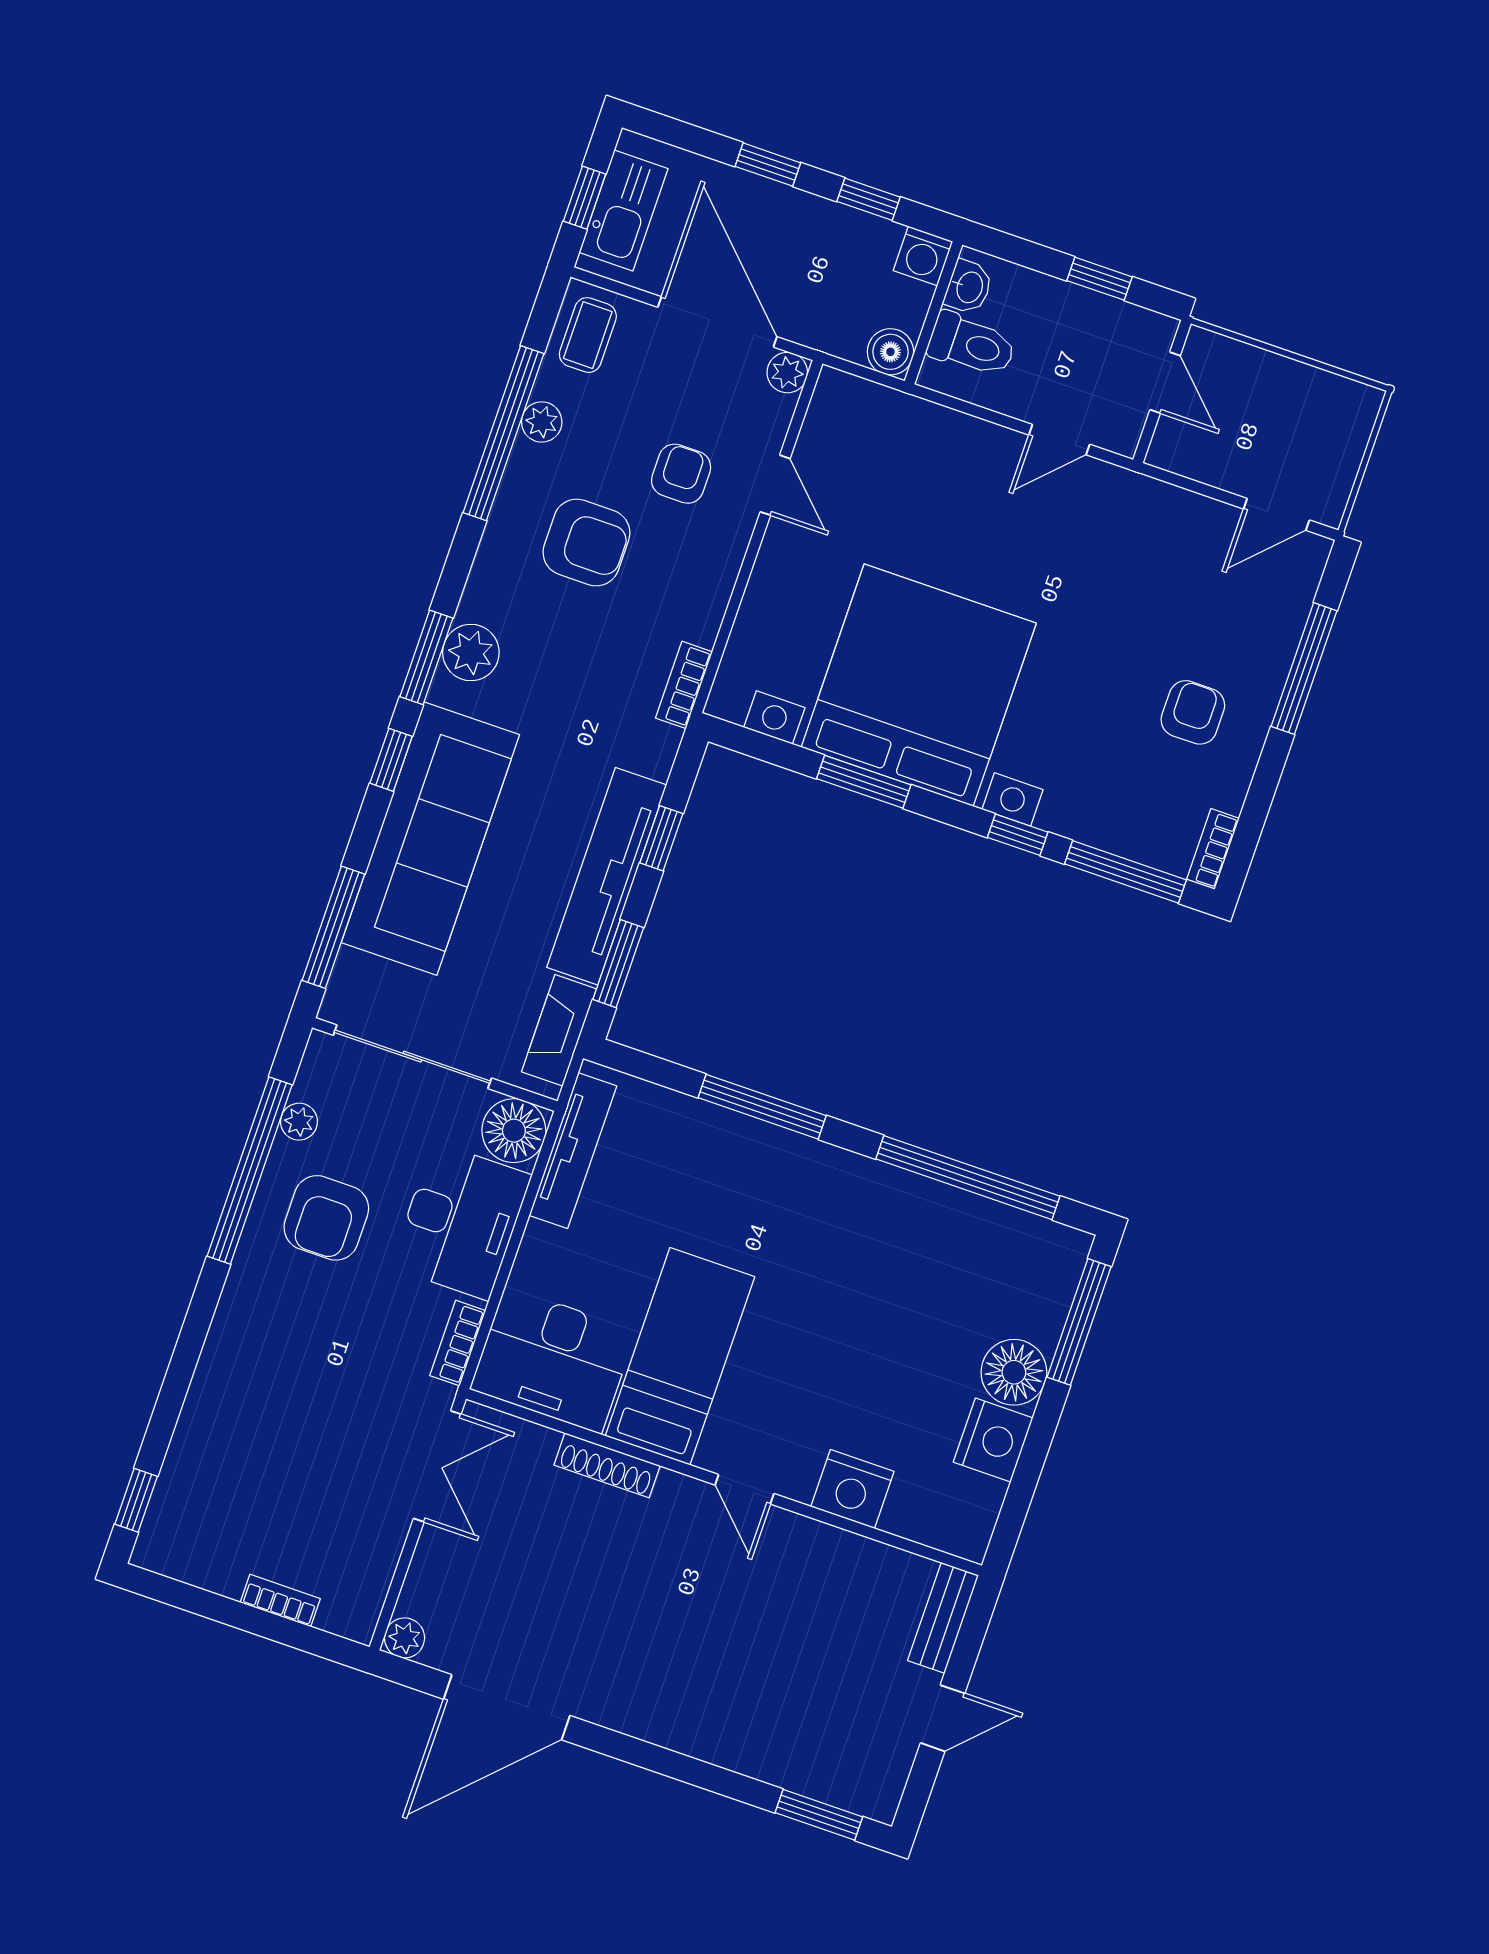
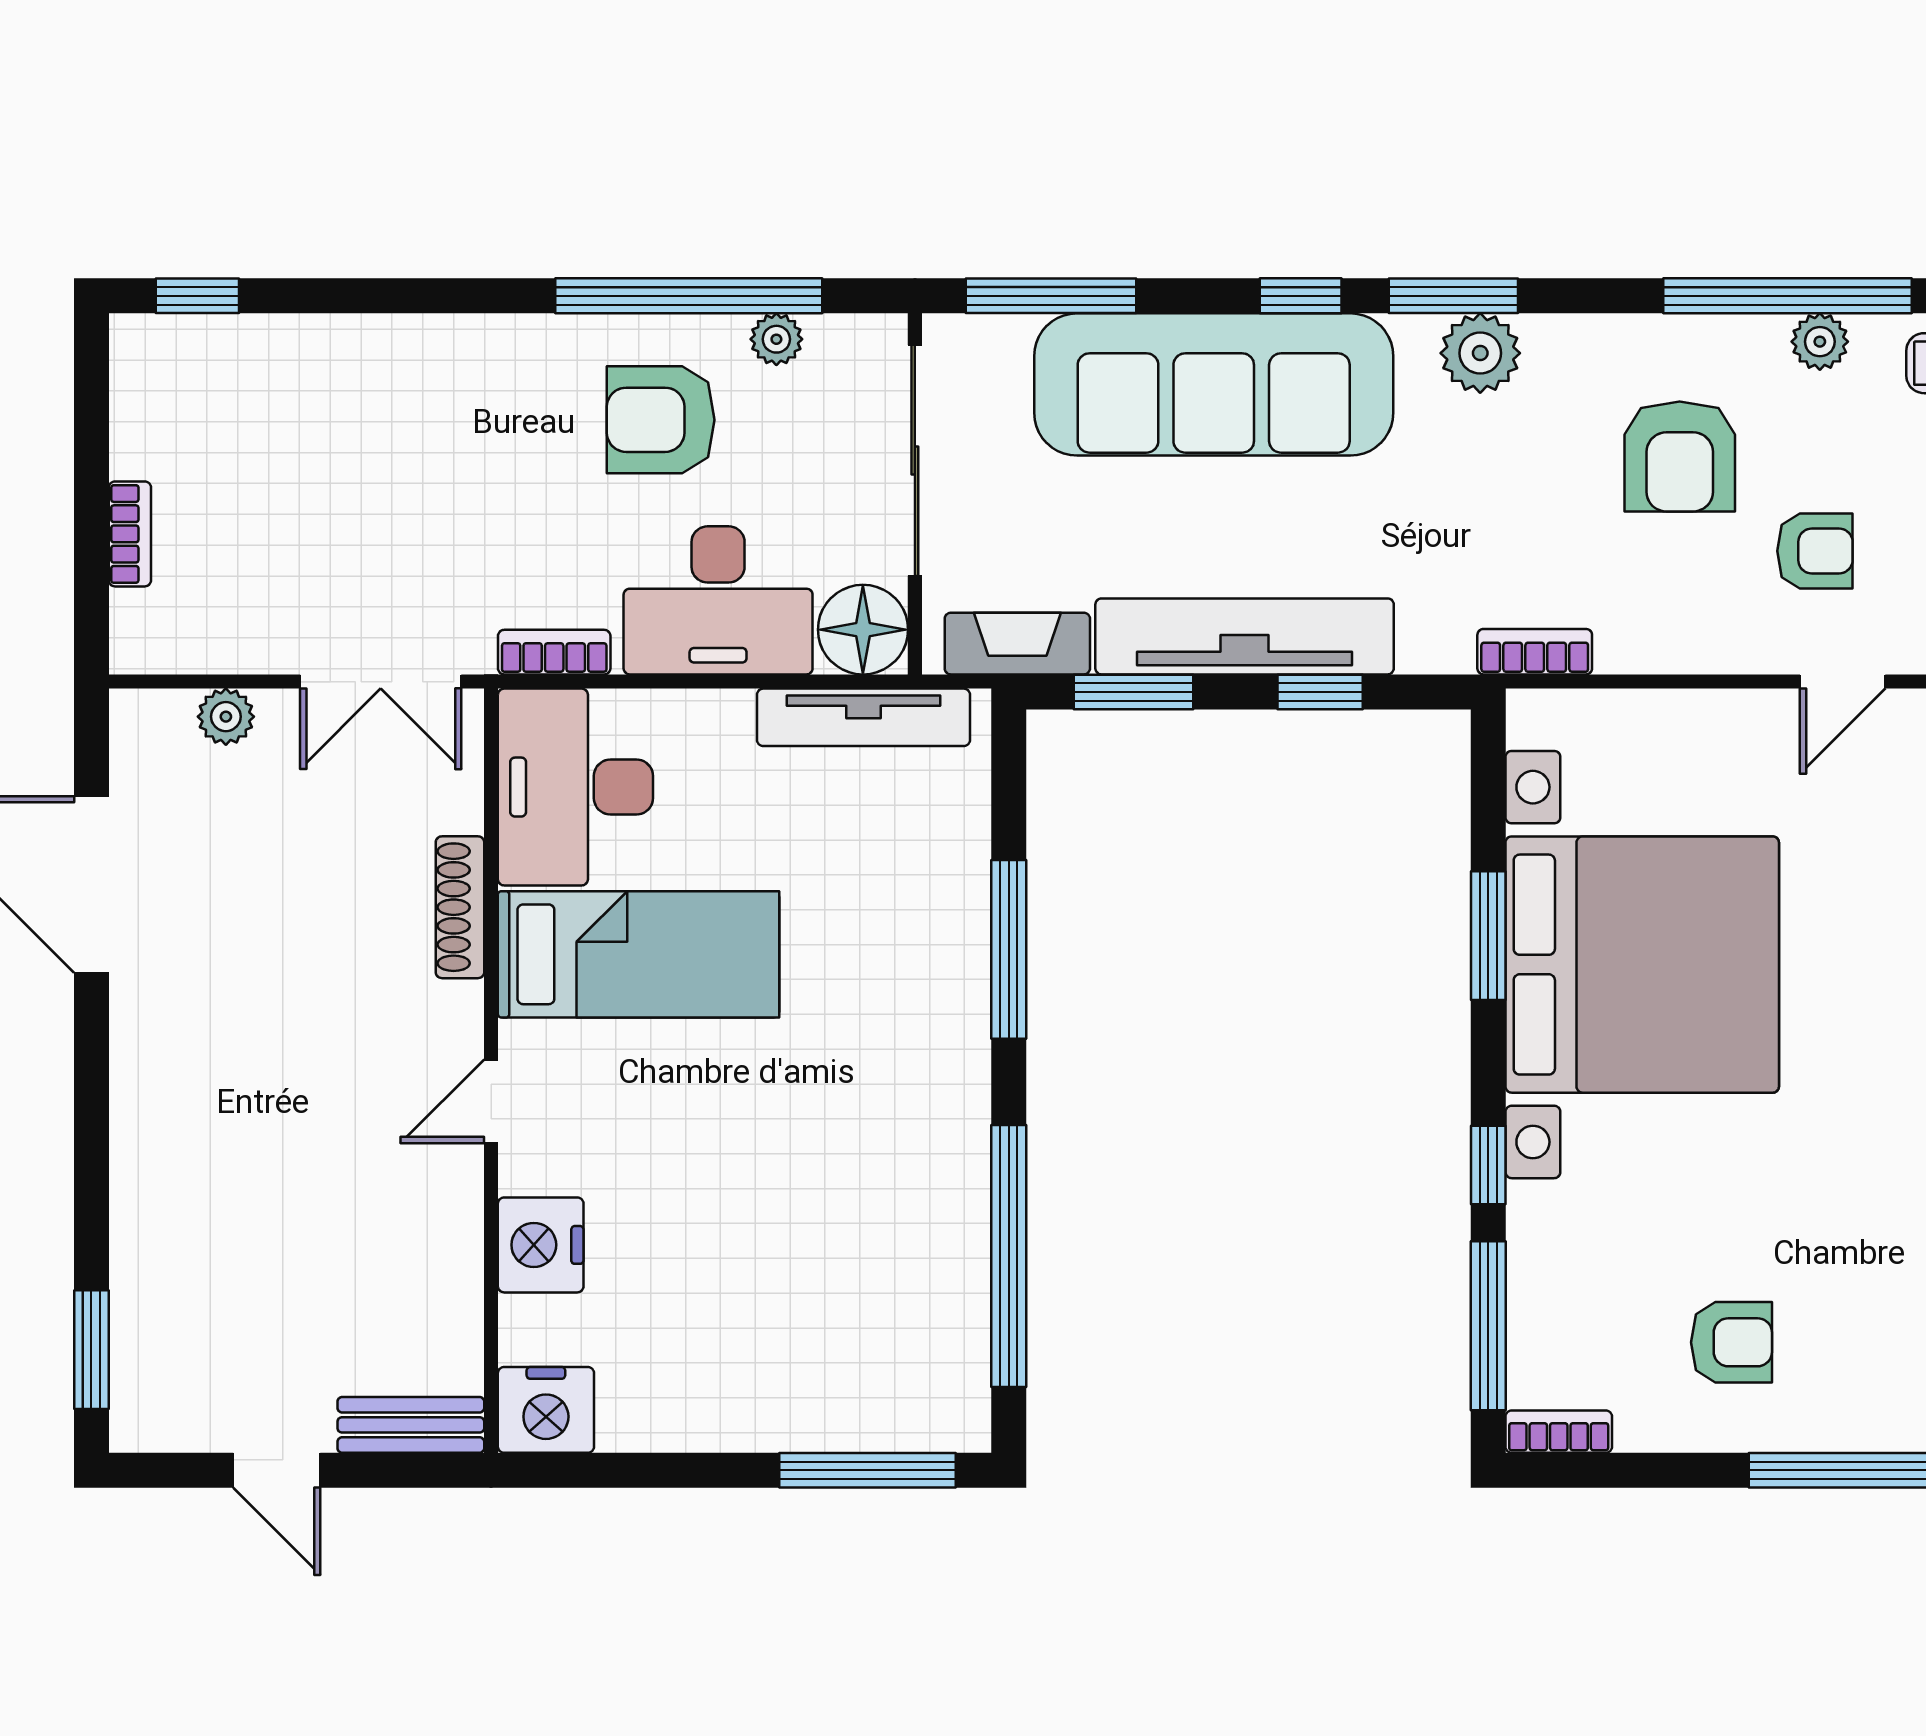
floor lamp: (1014, 1372) -> (770, 1407), removed
nightstand: (993, 1440) -> (546, 1410), moved
plant: (405, 1638) -> (226, 717), moved

